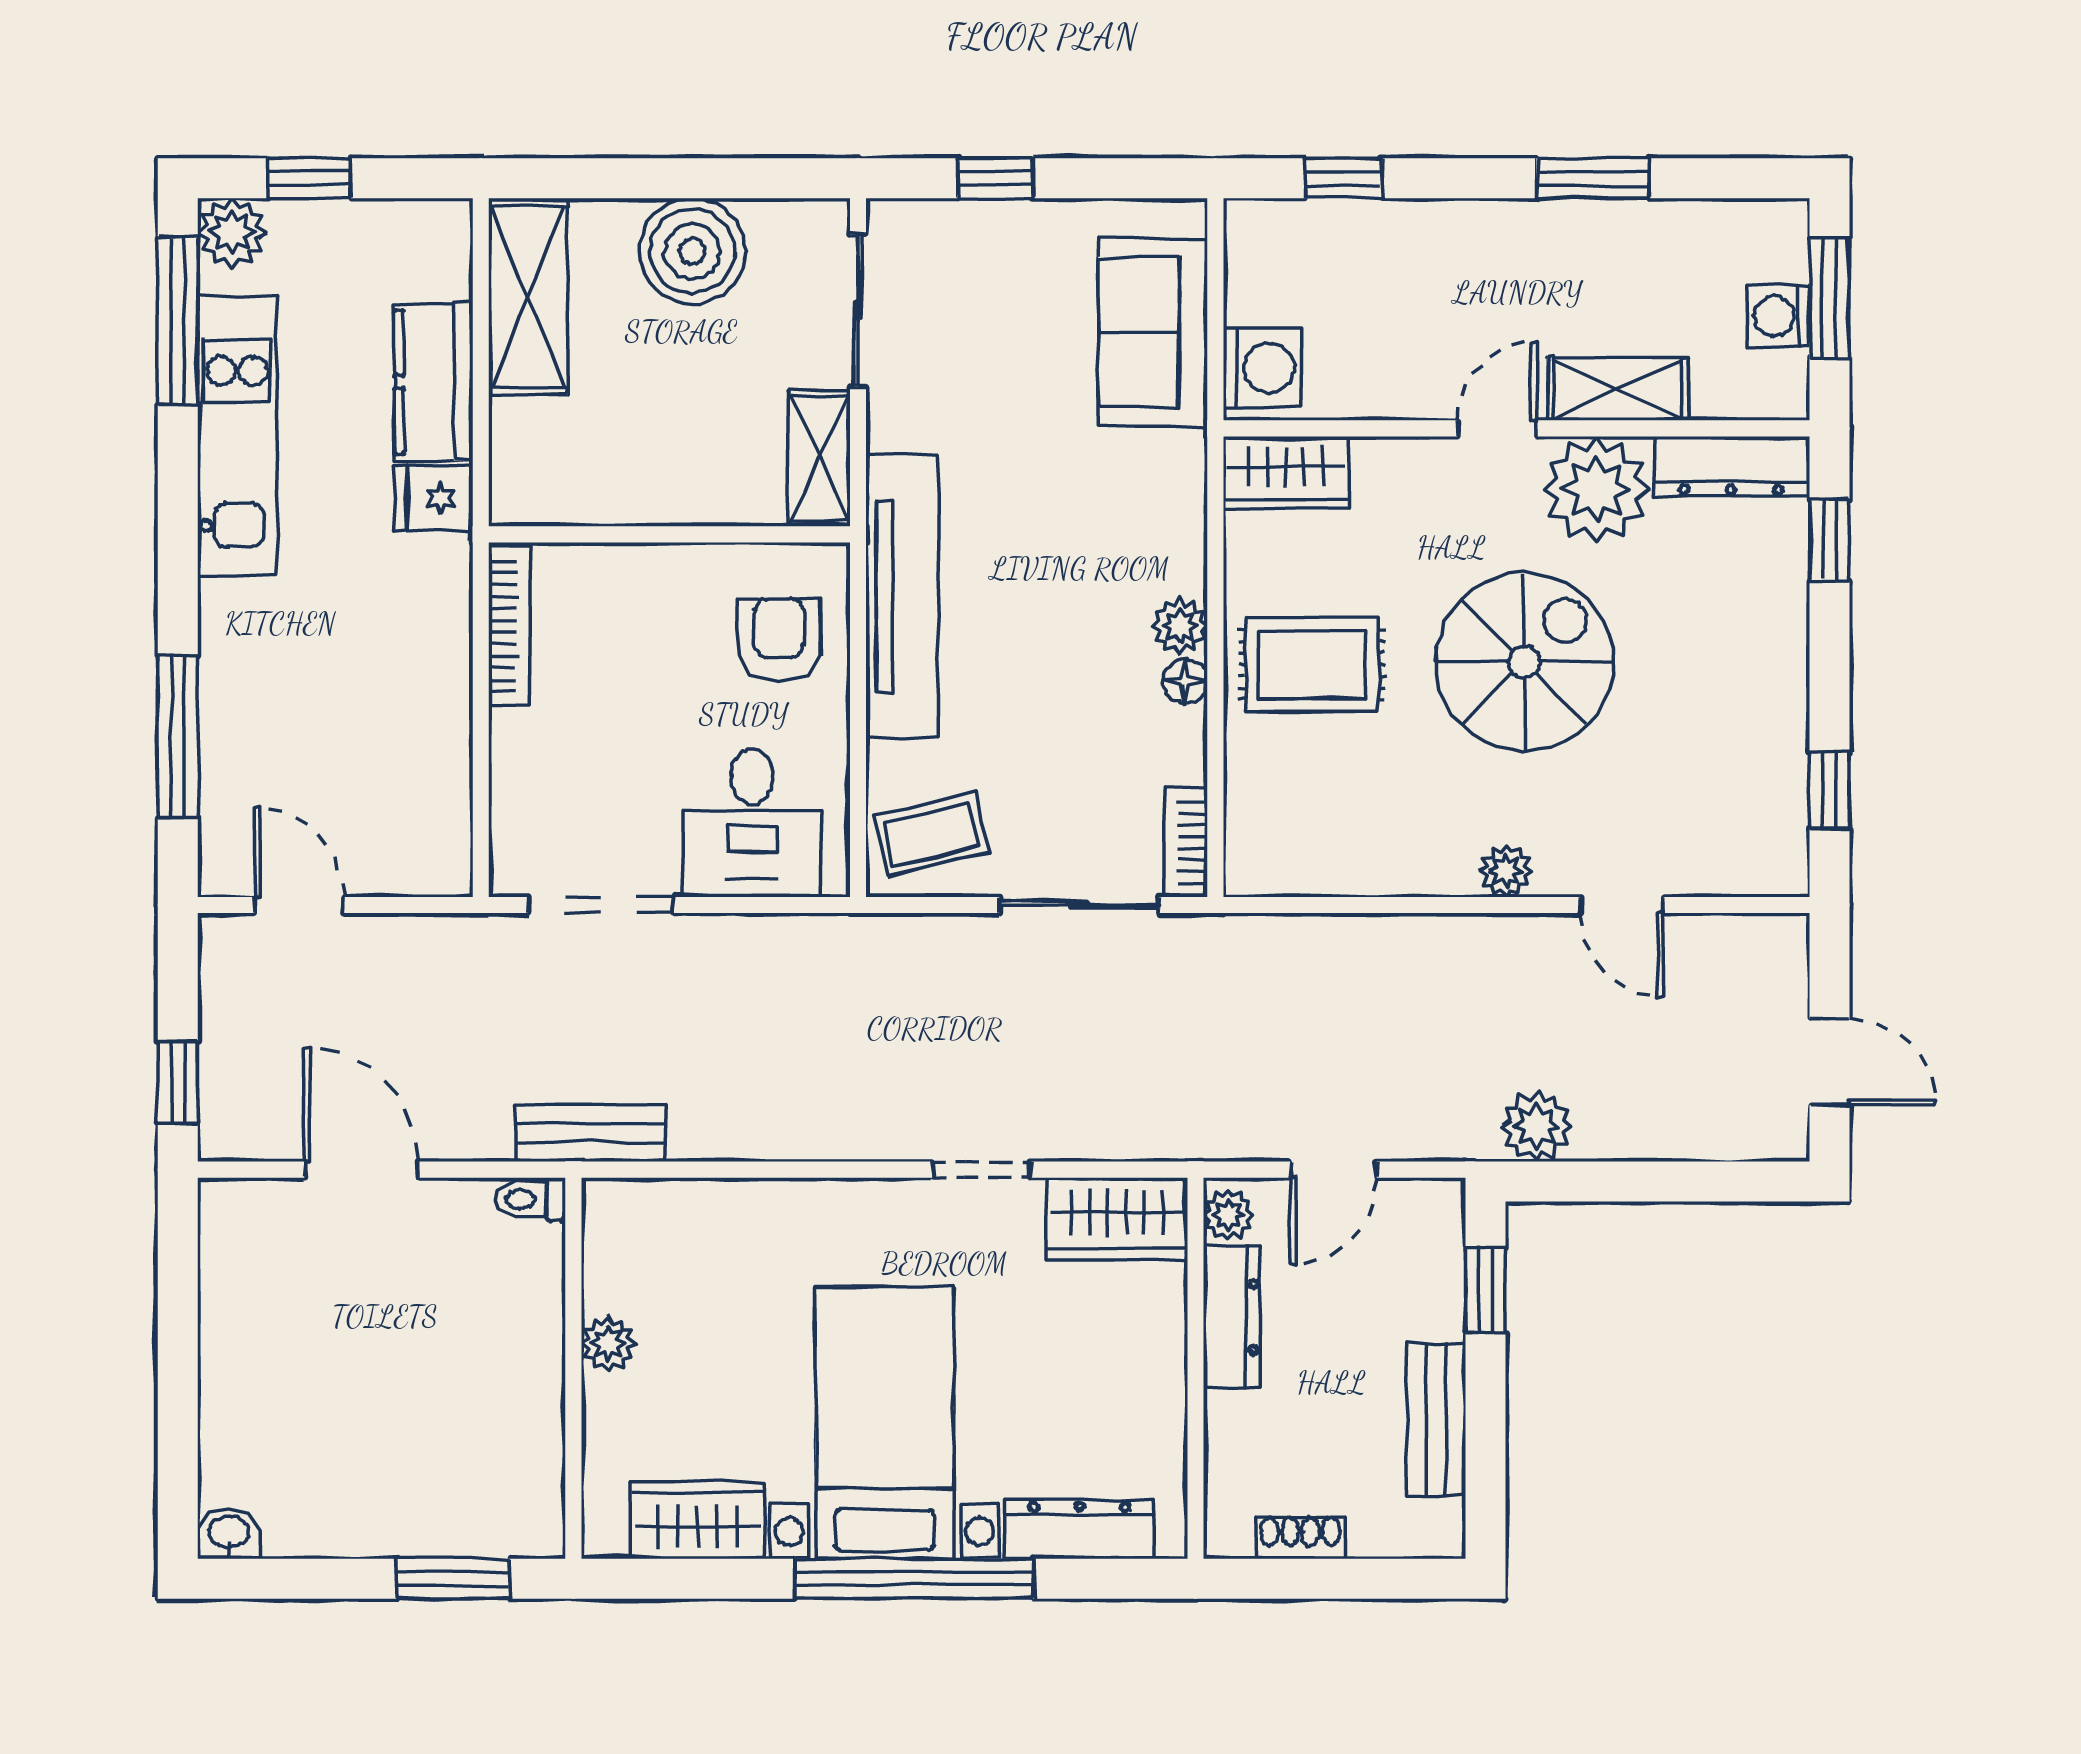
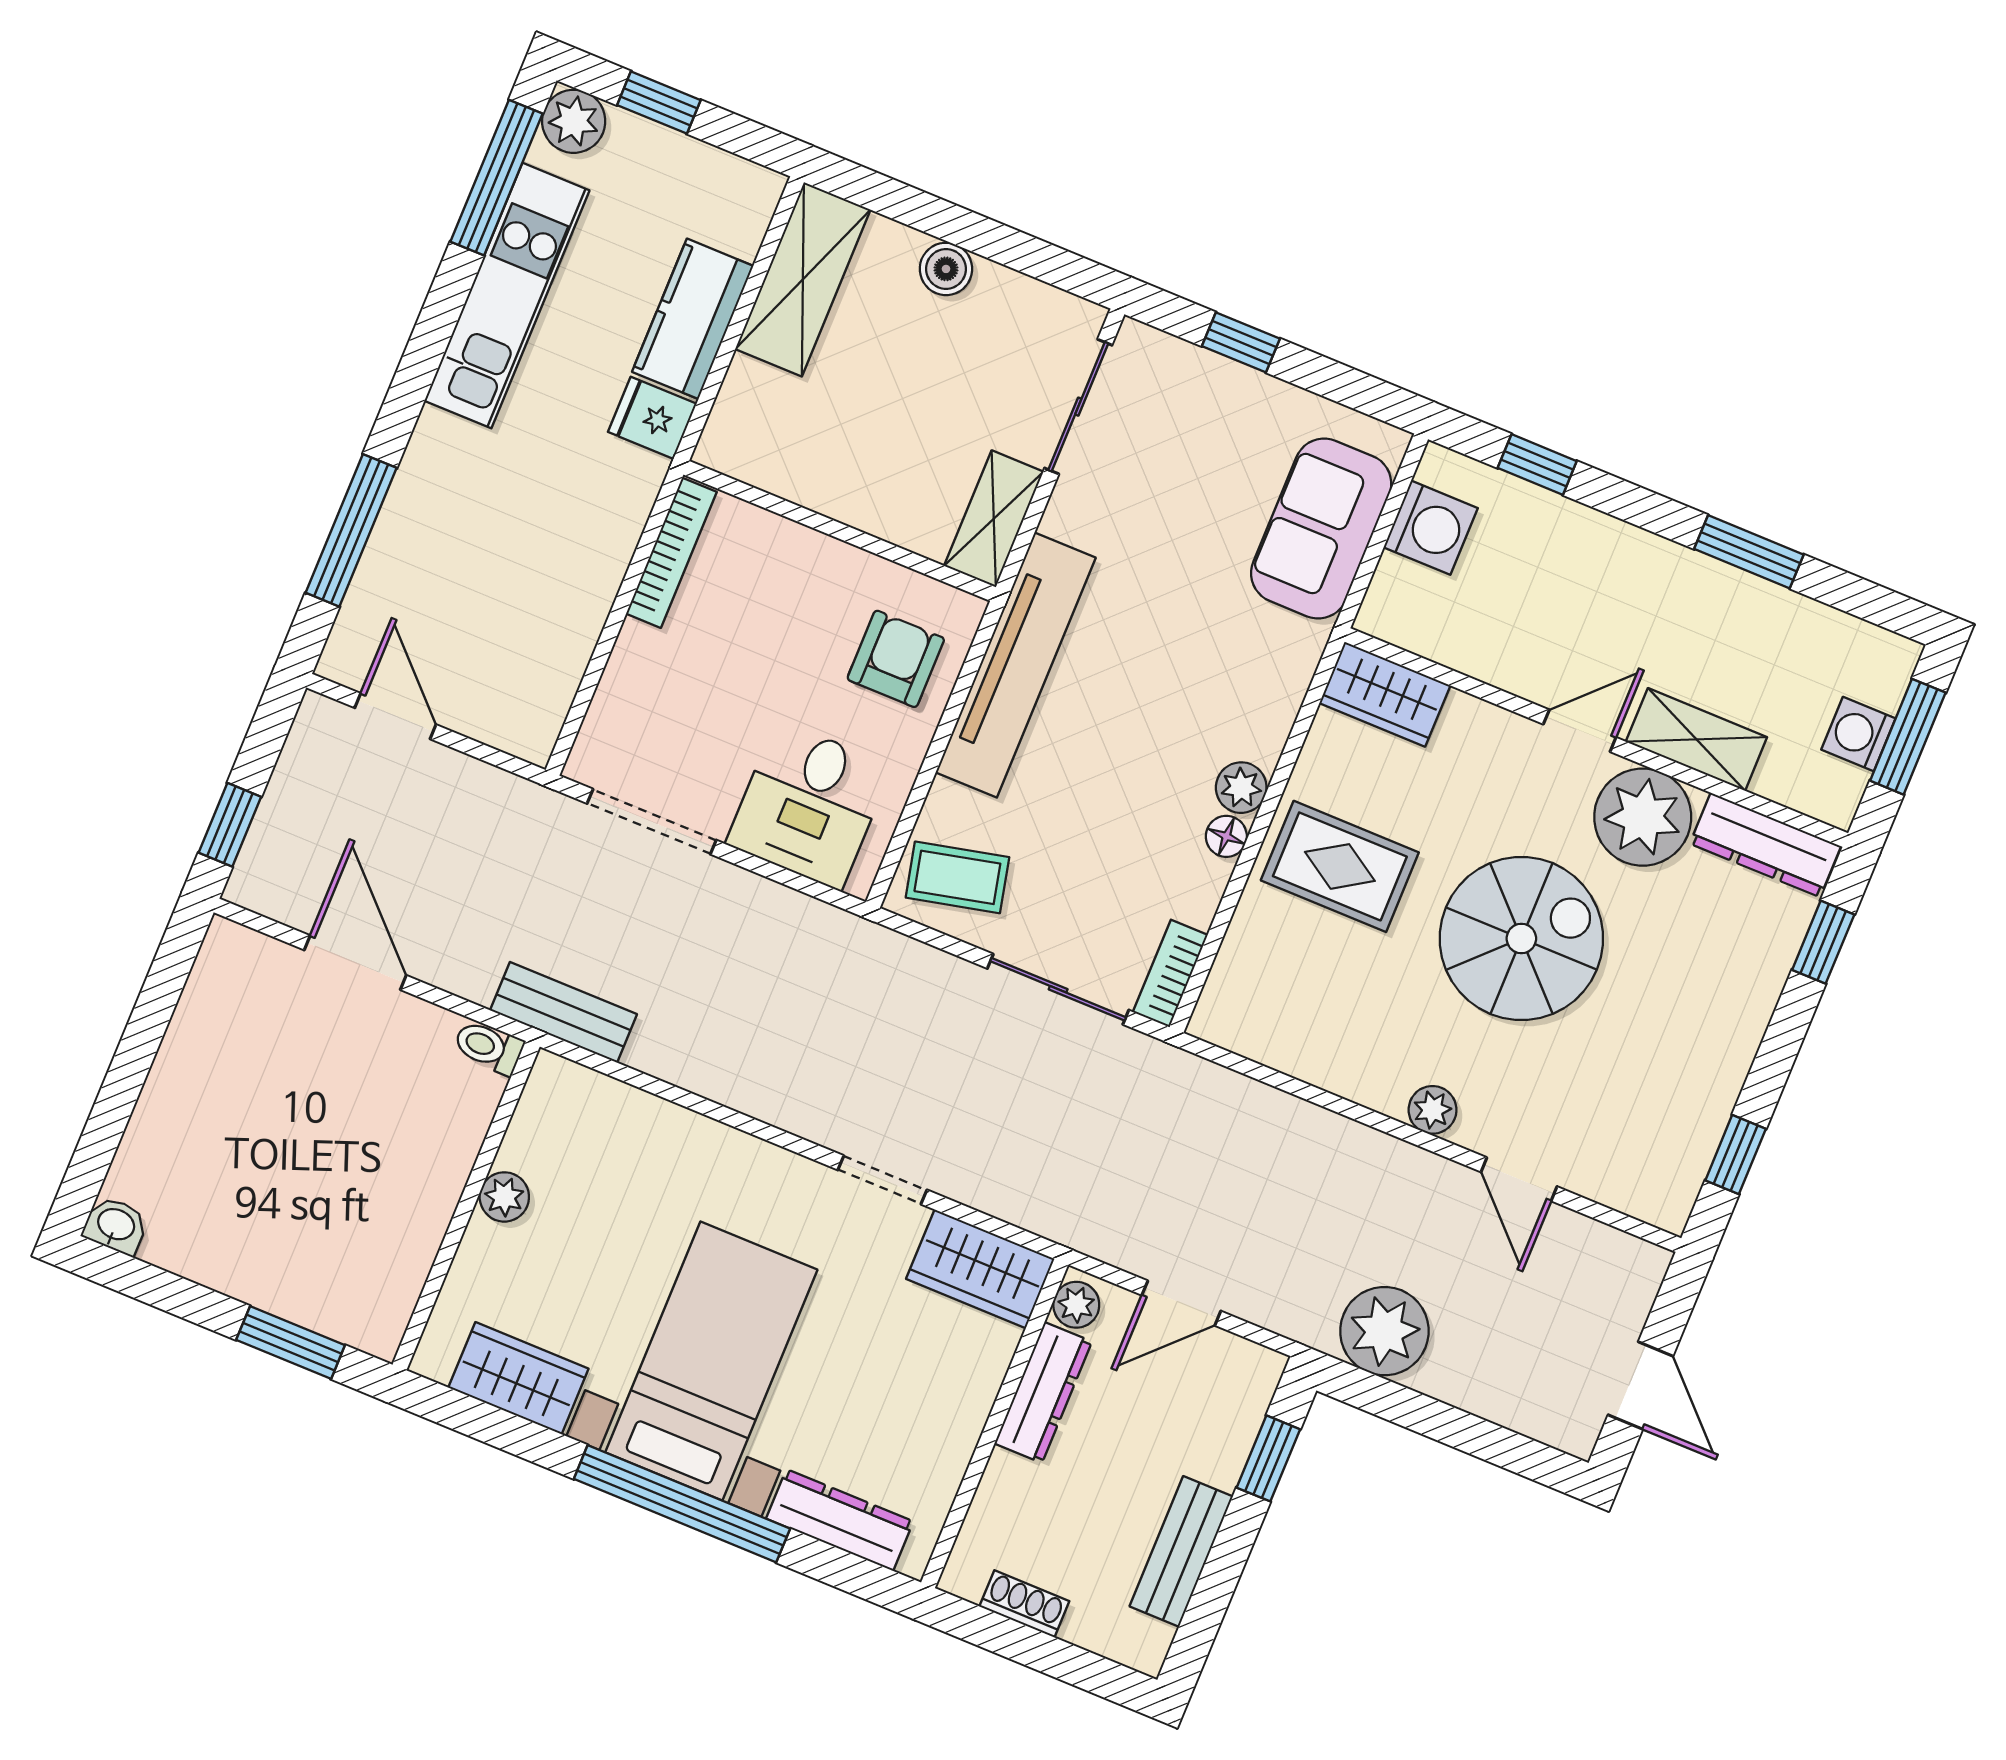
boiler: (692, 251) -> (946, 269), width x0.54, depth x0.54
washing machine: (1263, 368) -> (1431, 528), moved
plant: (1537, 1126) -> (1384, 1331), width x1.36, depth x1.36

